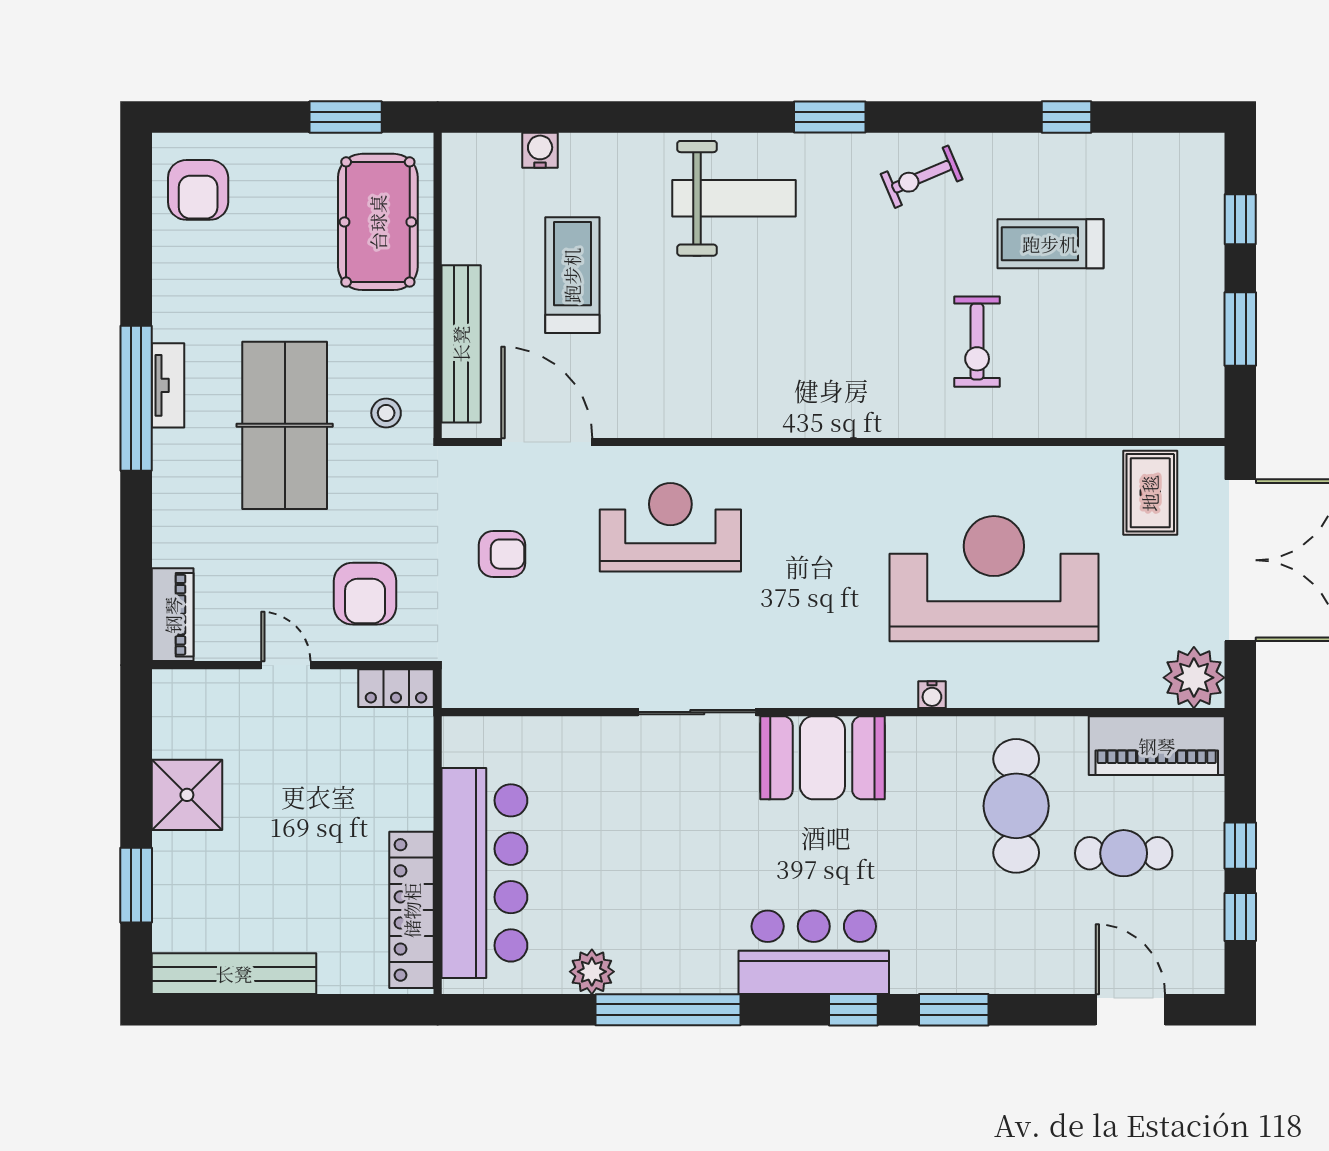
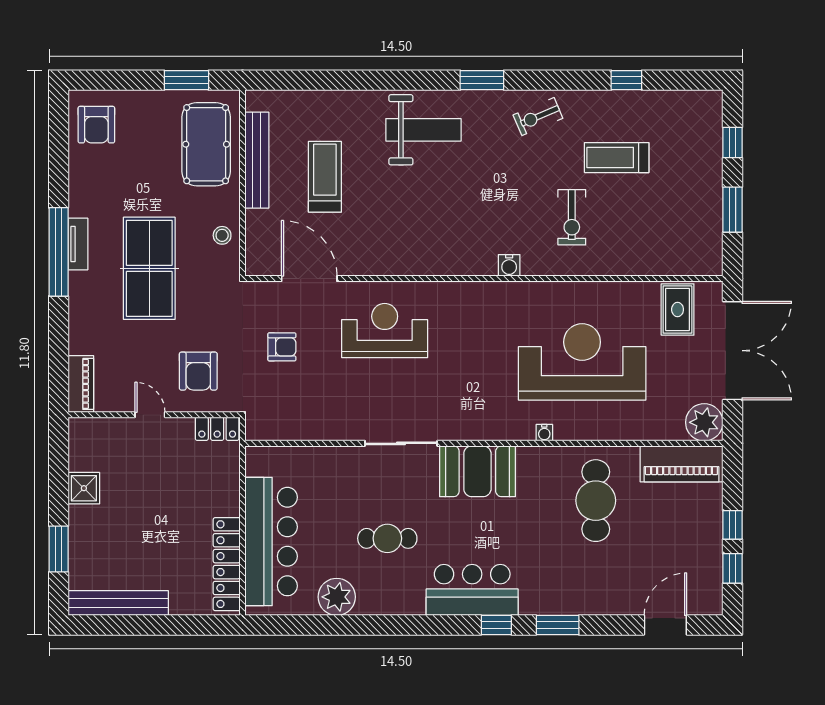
water cooler: (540, 150) -> (509, 265), moved, turned 180
bench: (461, 344) -> (257, 160), moved
stool: (386, 413) -> (222, 235), moved
shower: (187, 795) -> (84, 488), width x0.73, depth x0.73
cafe table: (1124, 853) -> (387, 538), moved
plant: (592, 972) -> (337, 597), width x1.36, depth x1.36
window: (668, 1010) -> (383, 625), removed
door: (1130, 1010) -> (665, 625), hinge flipped

